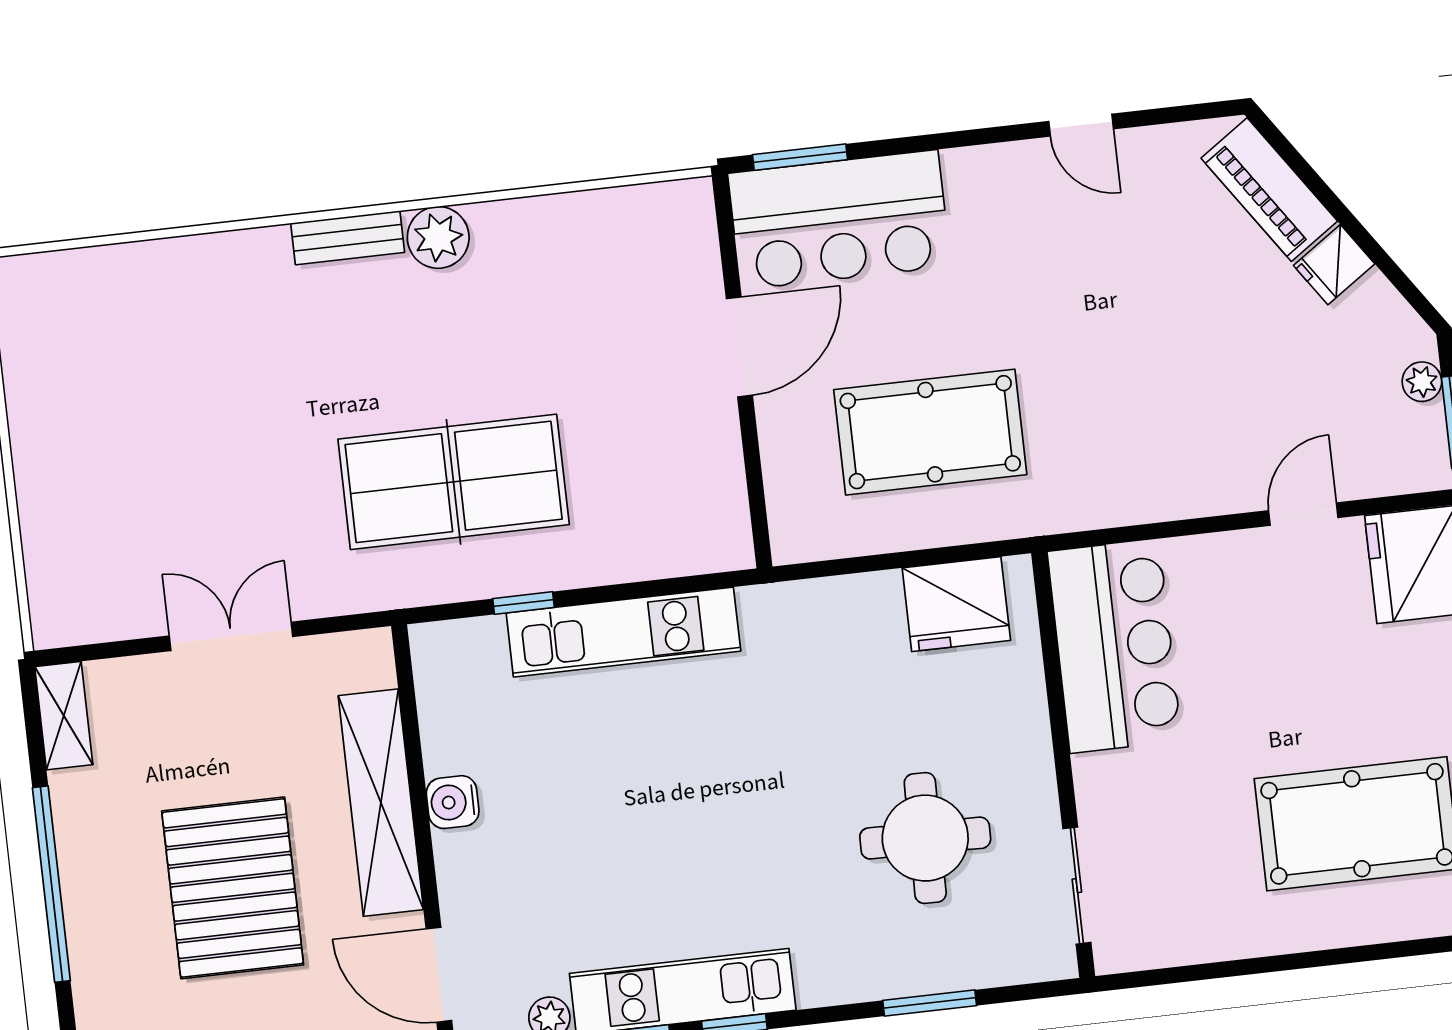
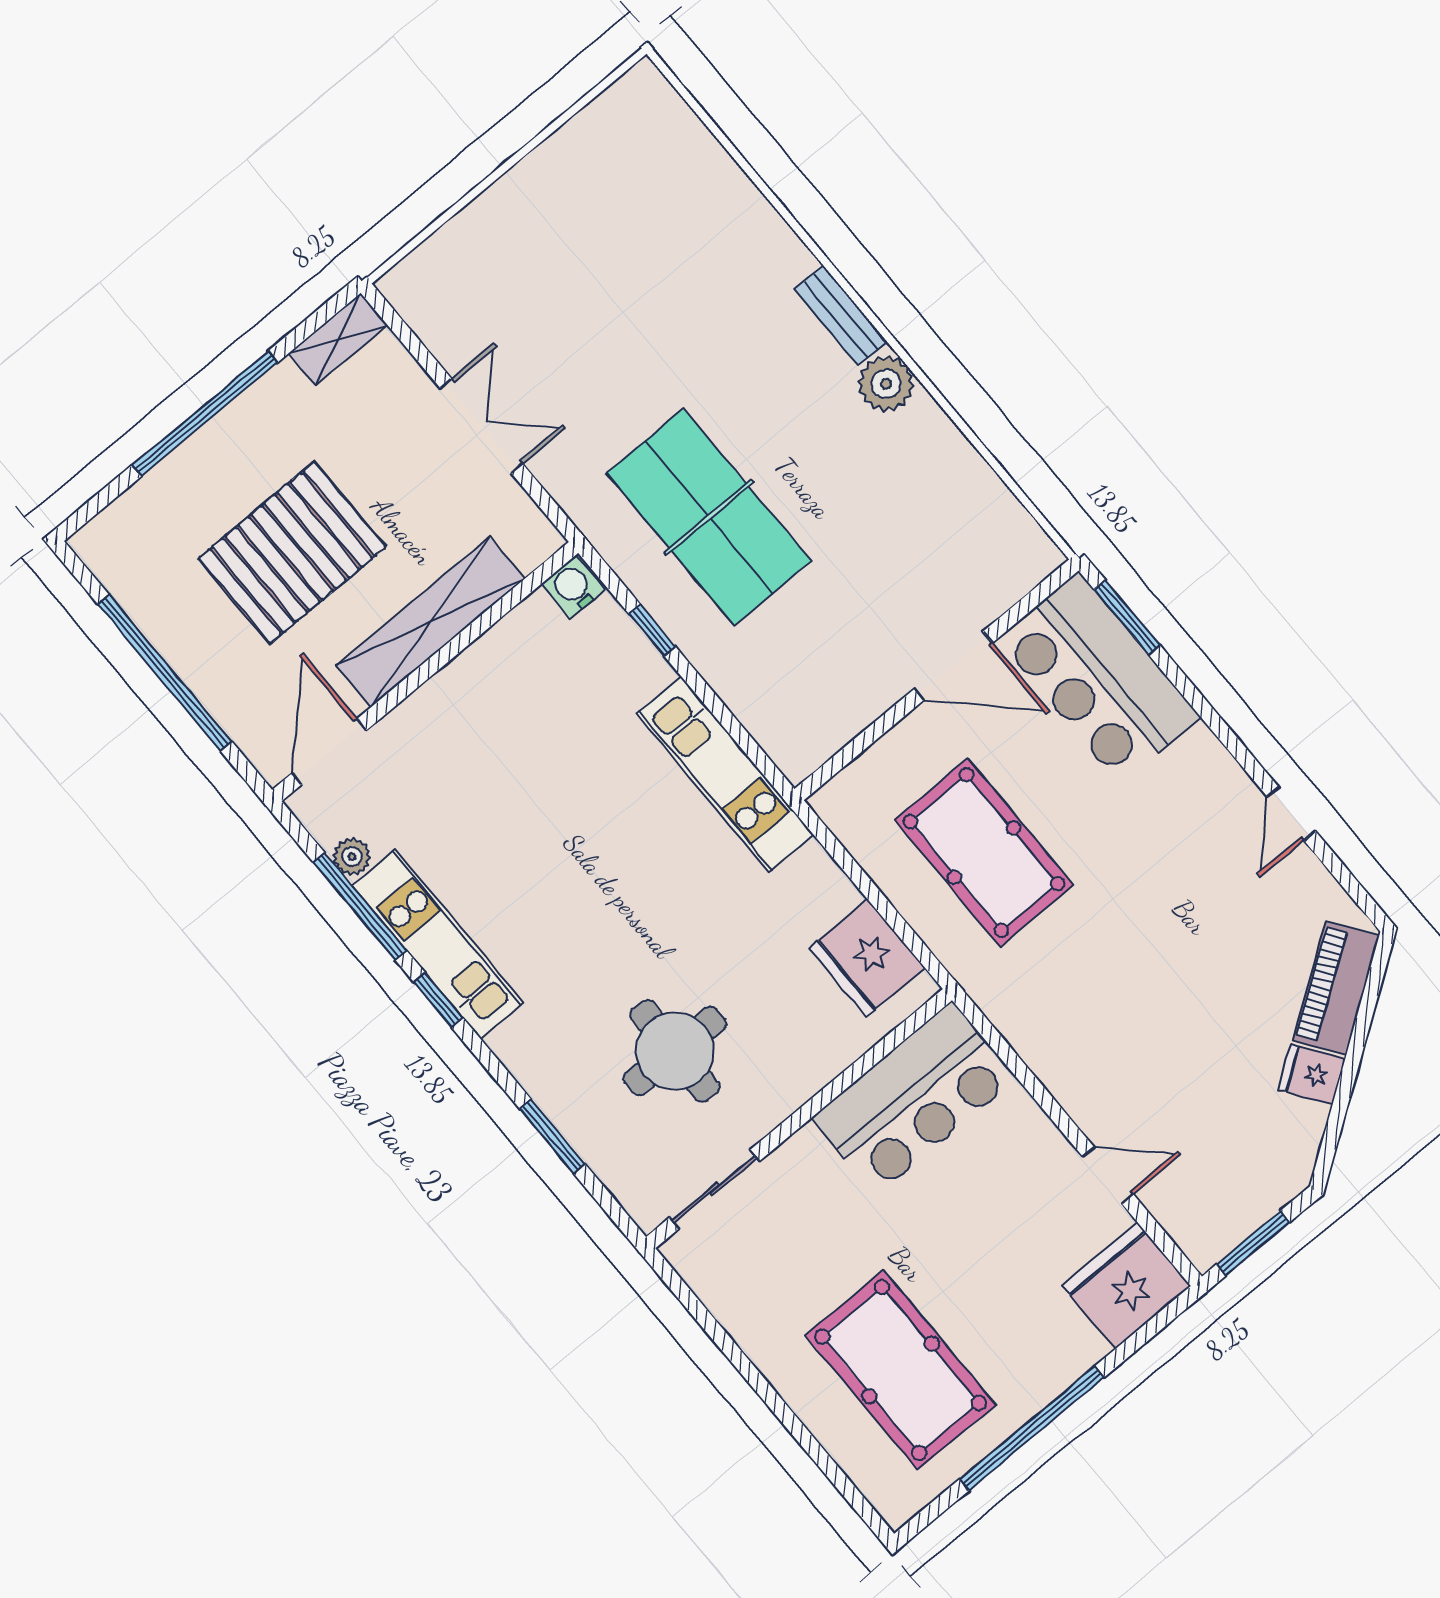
plant: (1422, 382) -> (1267, 1199), removed
kitchen unit: (623, 632) -> (725, 774), moved
water cooler: (453, 802) -> (573, 587), moved

